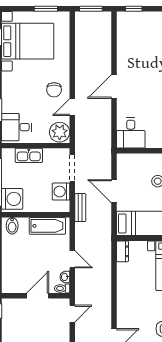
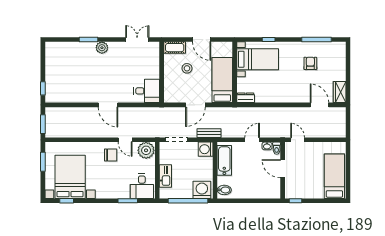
washing machine: (61, 192) -> (206, 149), moved, turned 90

